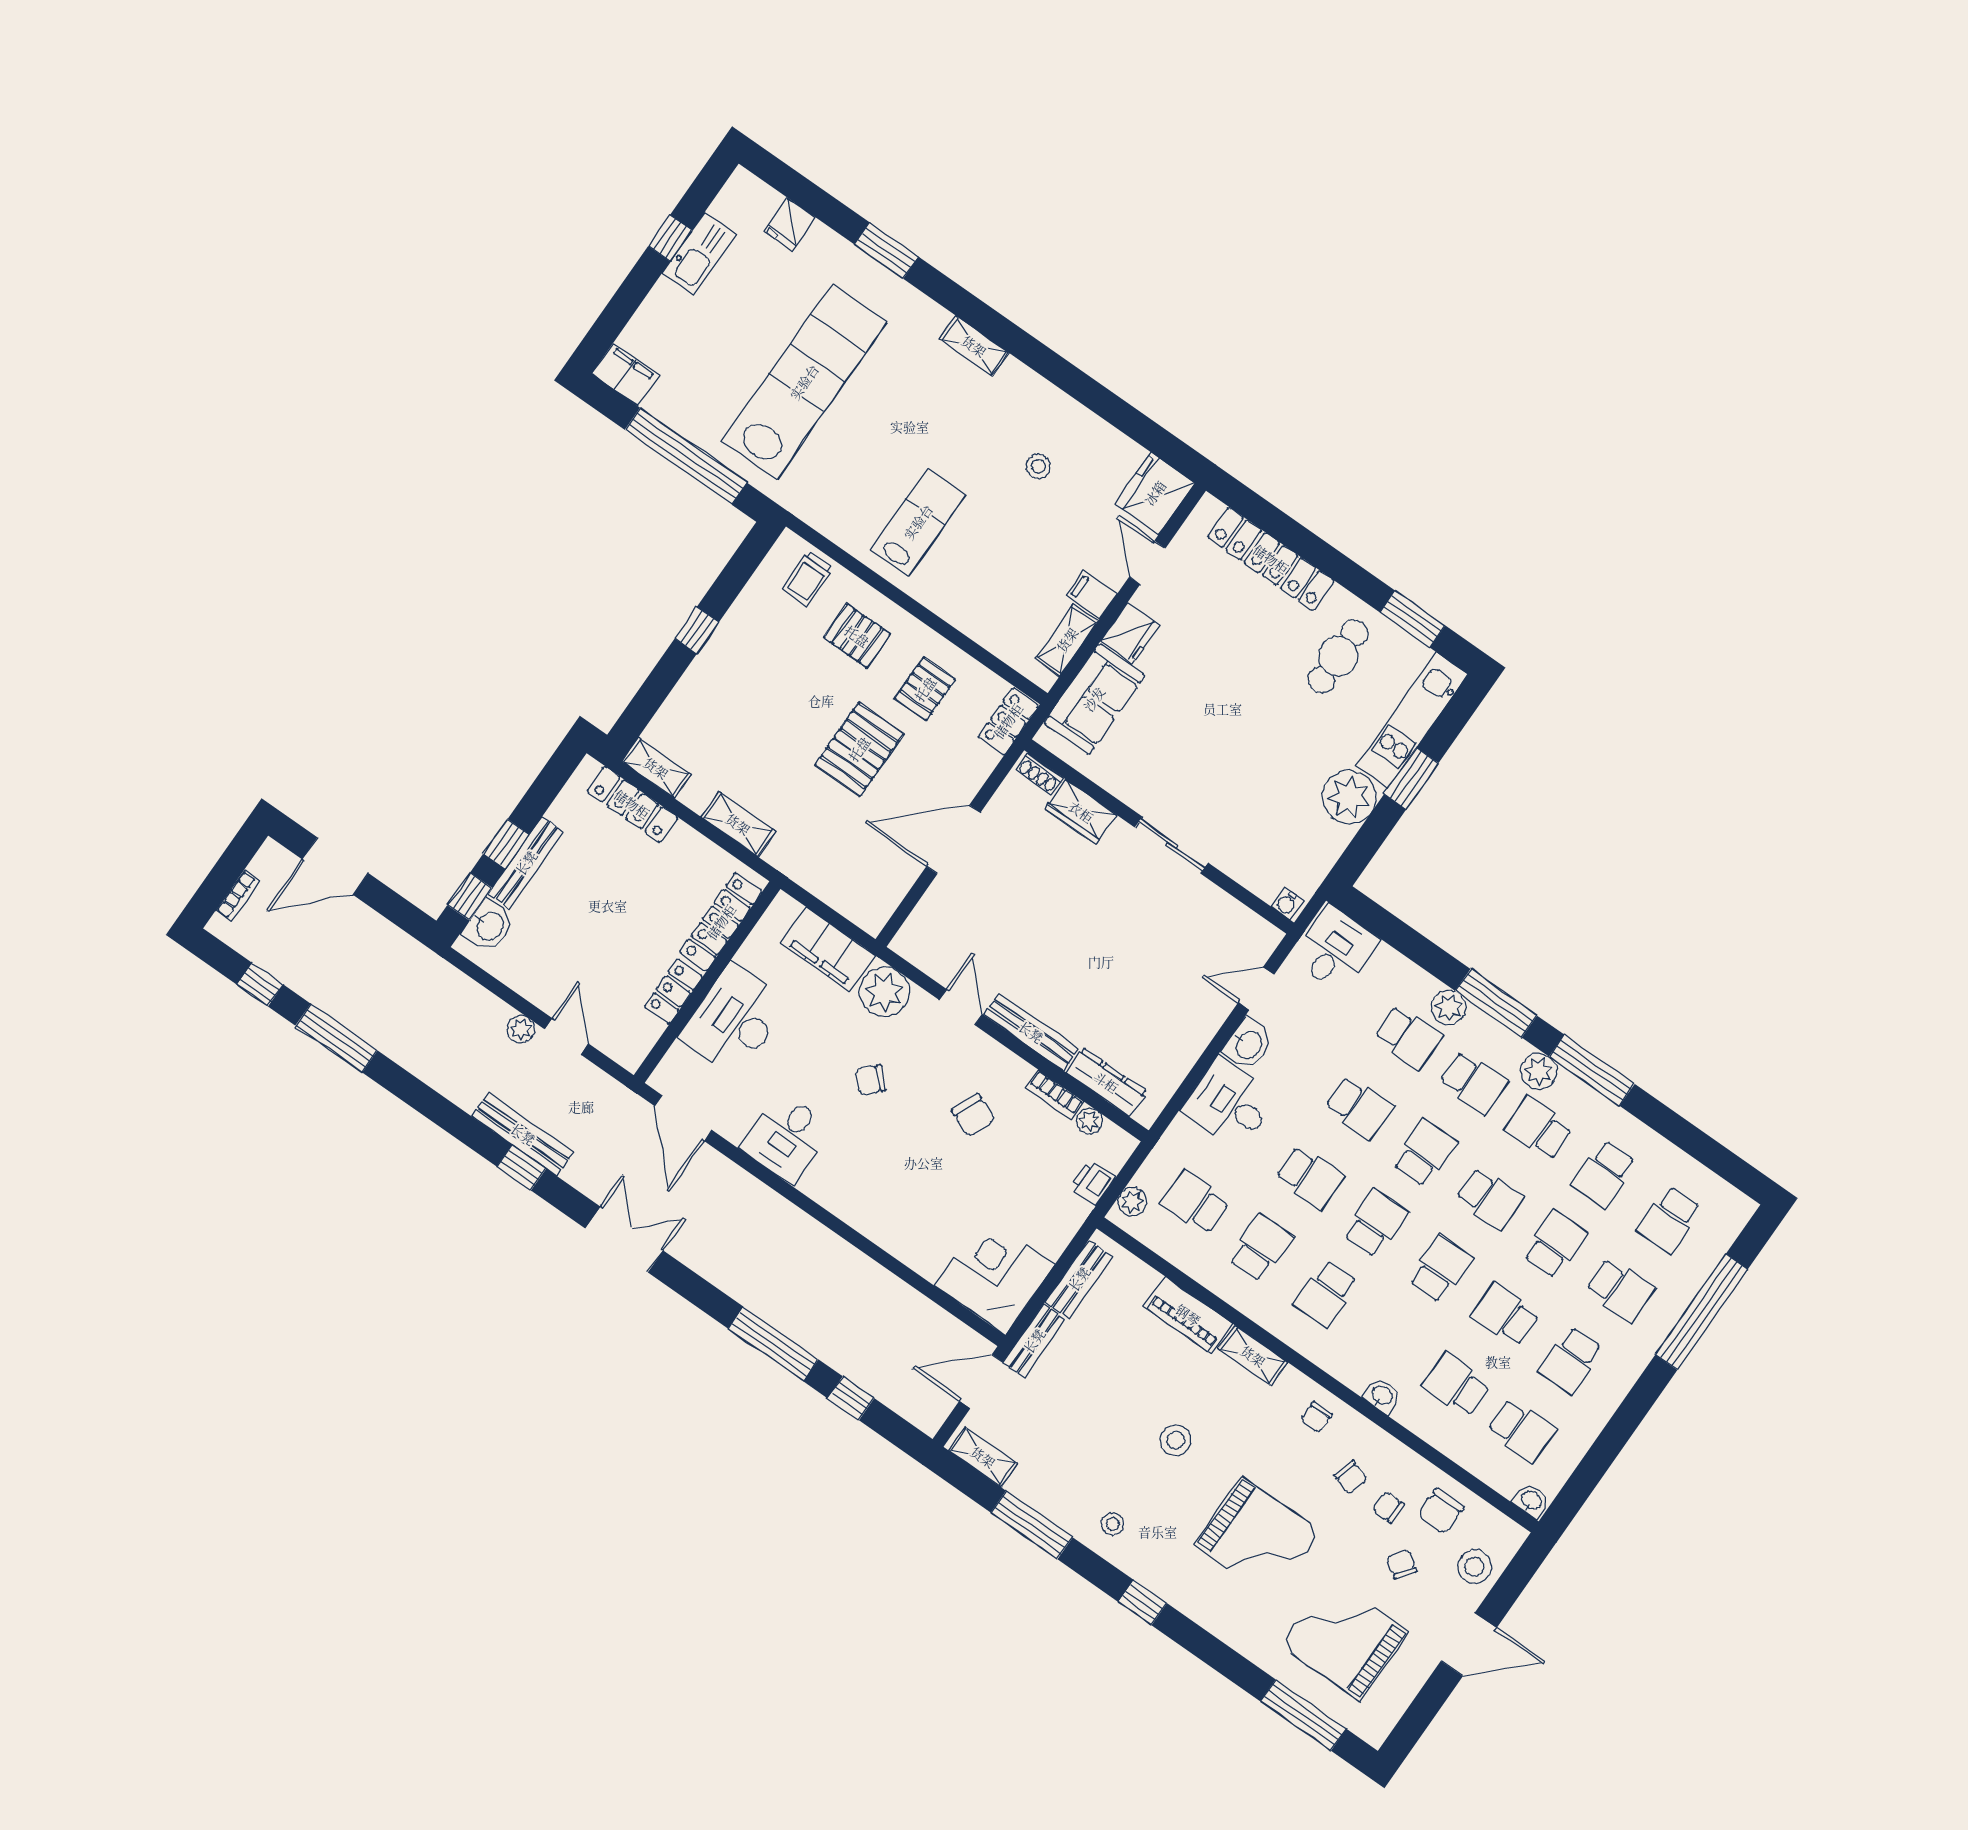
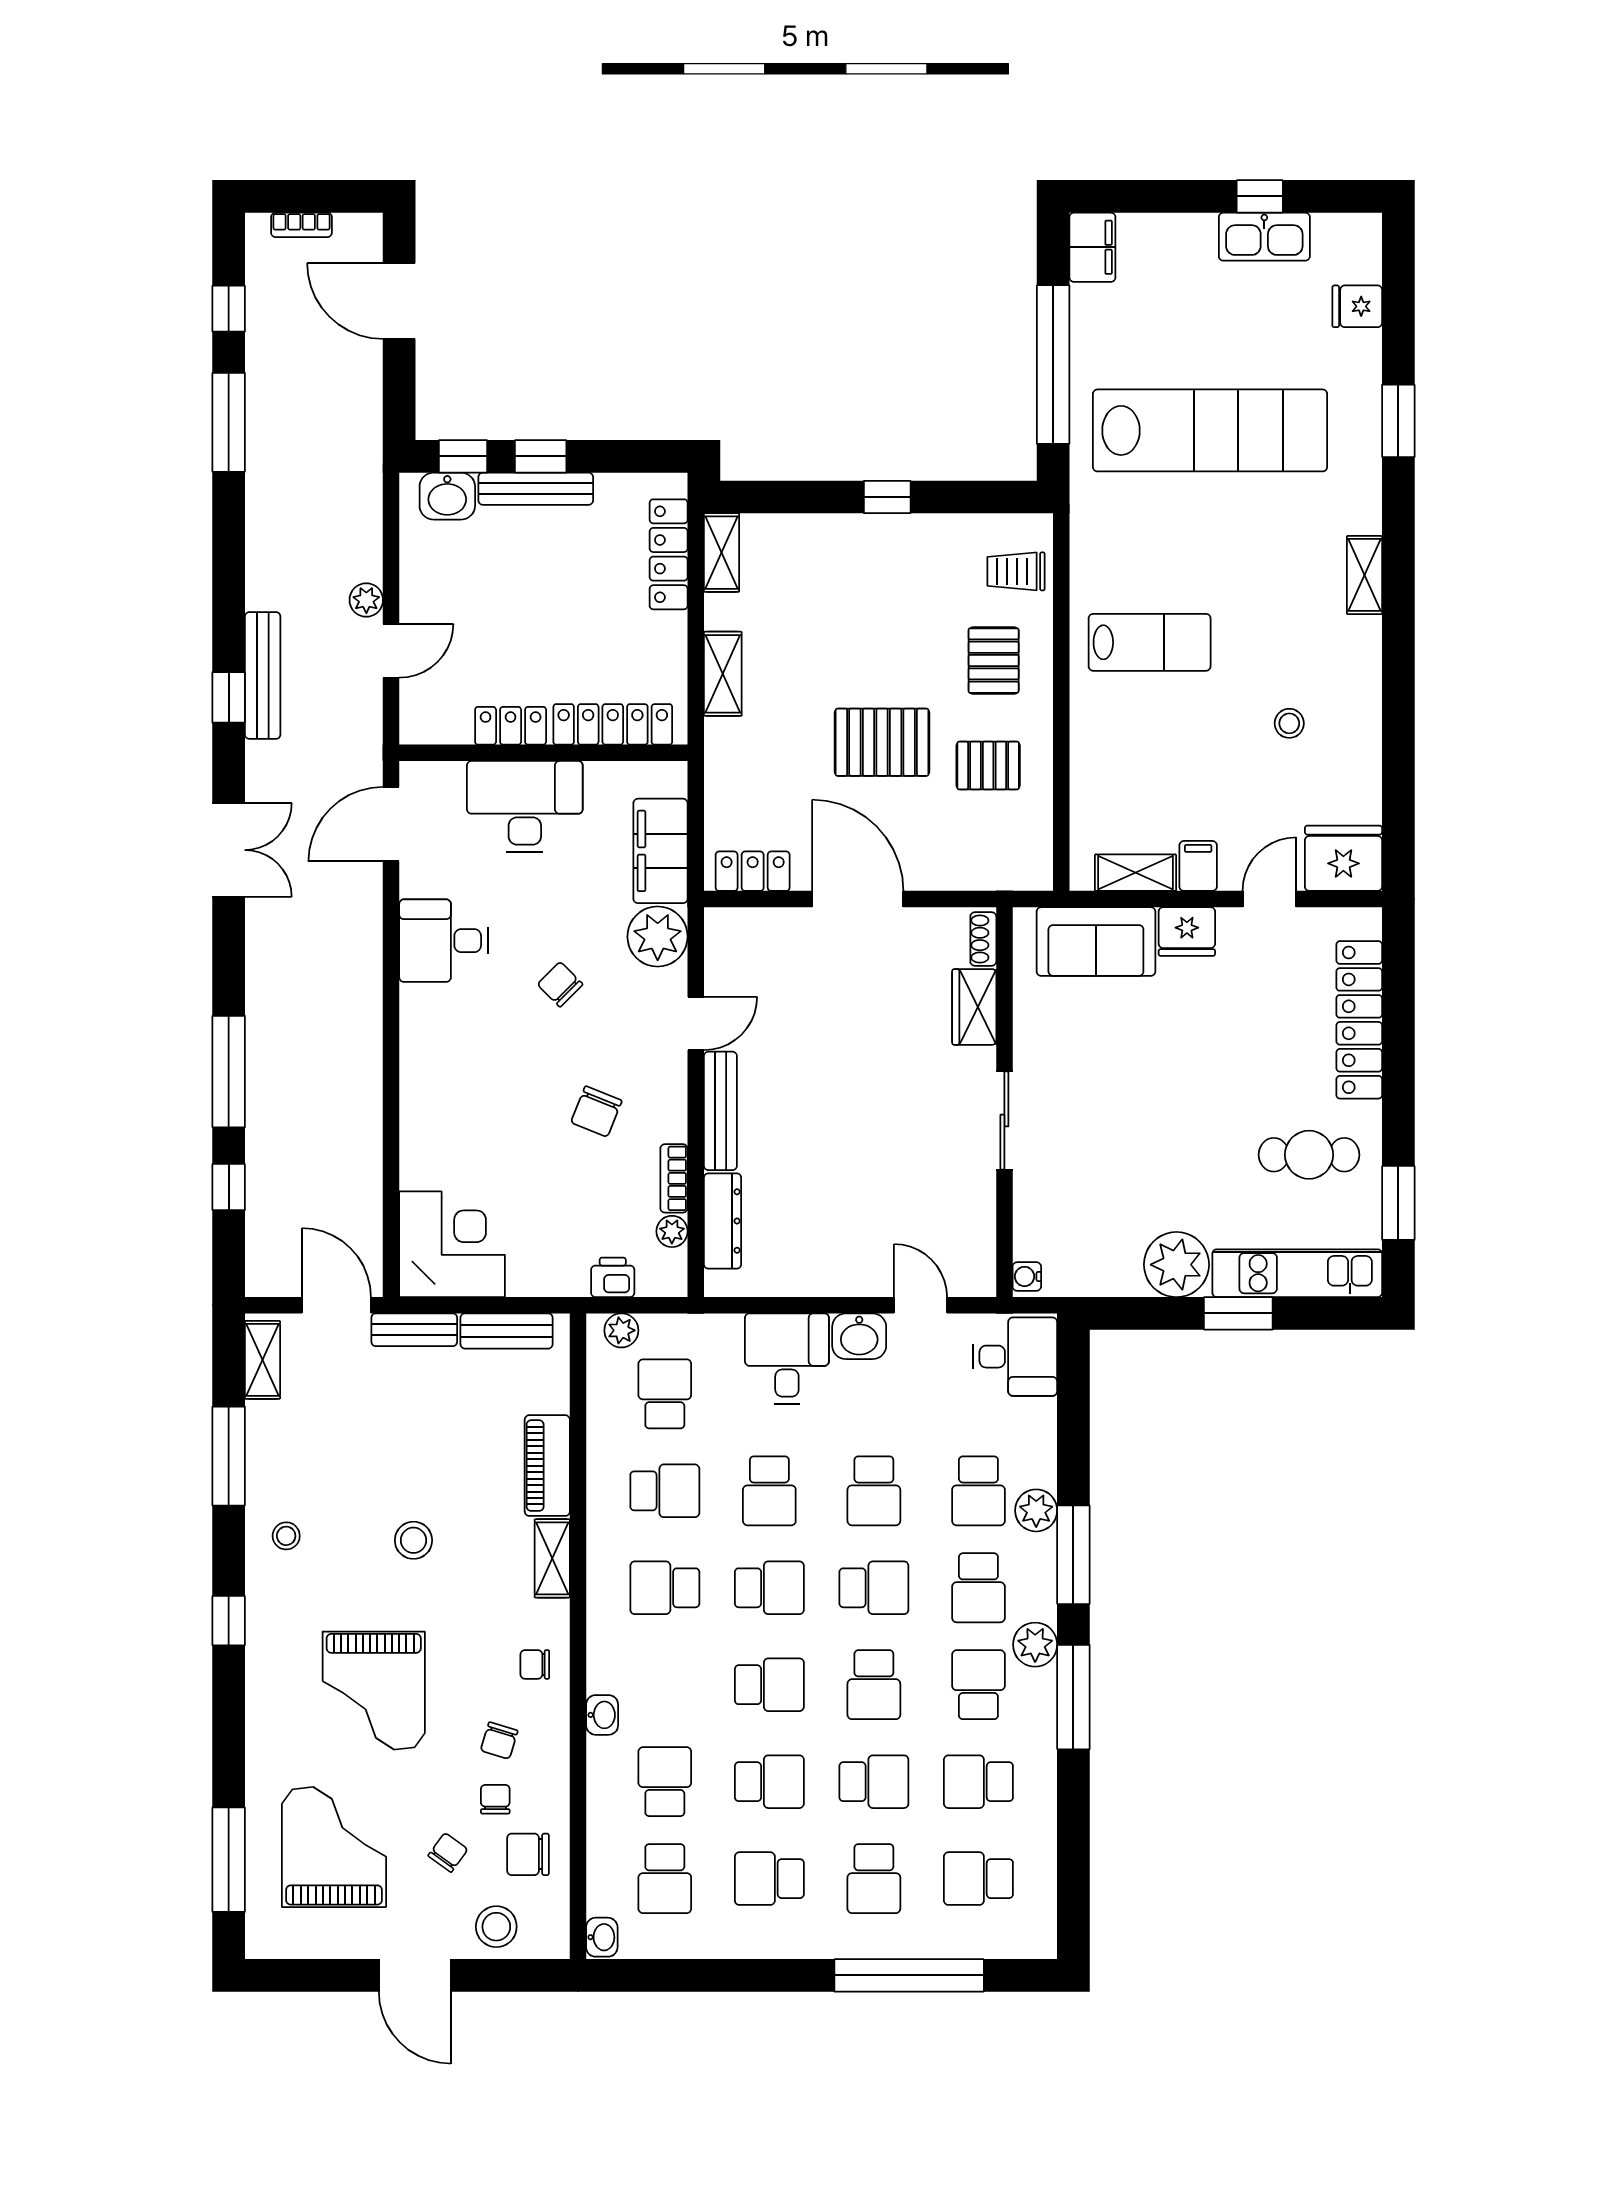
locker: (1008, 721) -> (753, 871), moved
school desk: (1505, 1315) -> (769, 1782), turned 90

